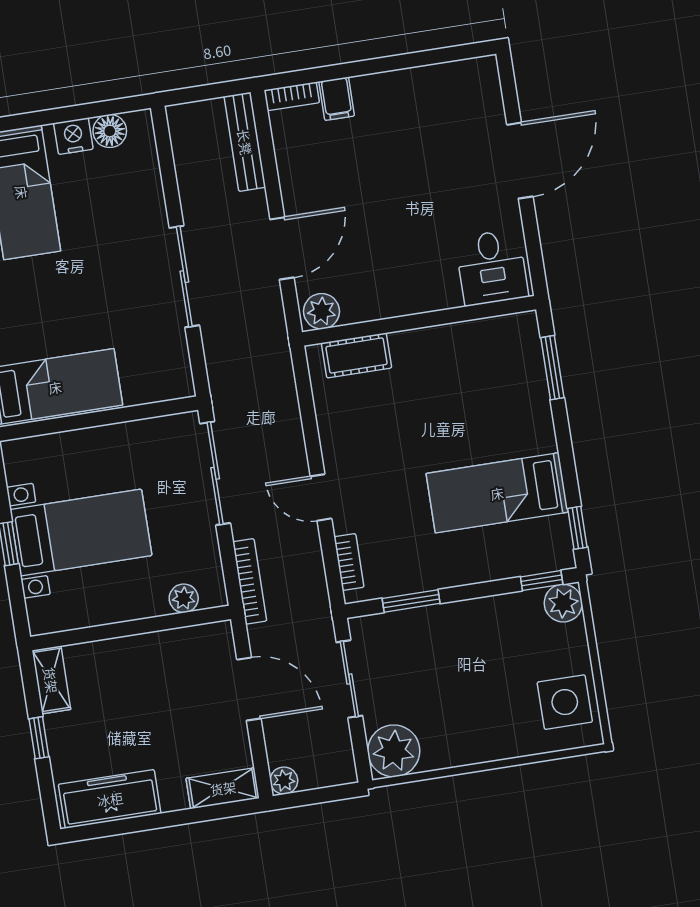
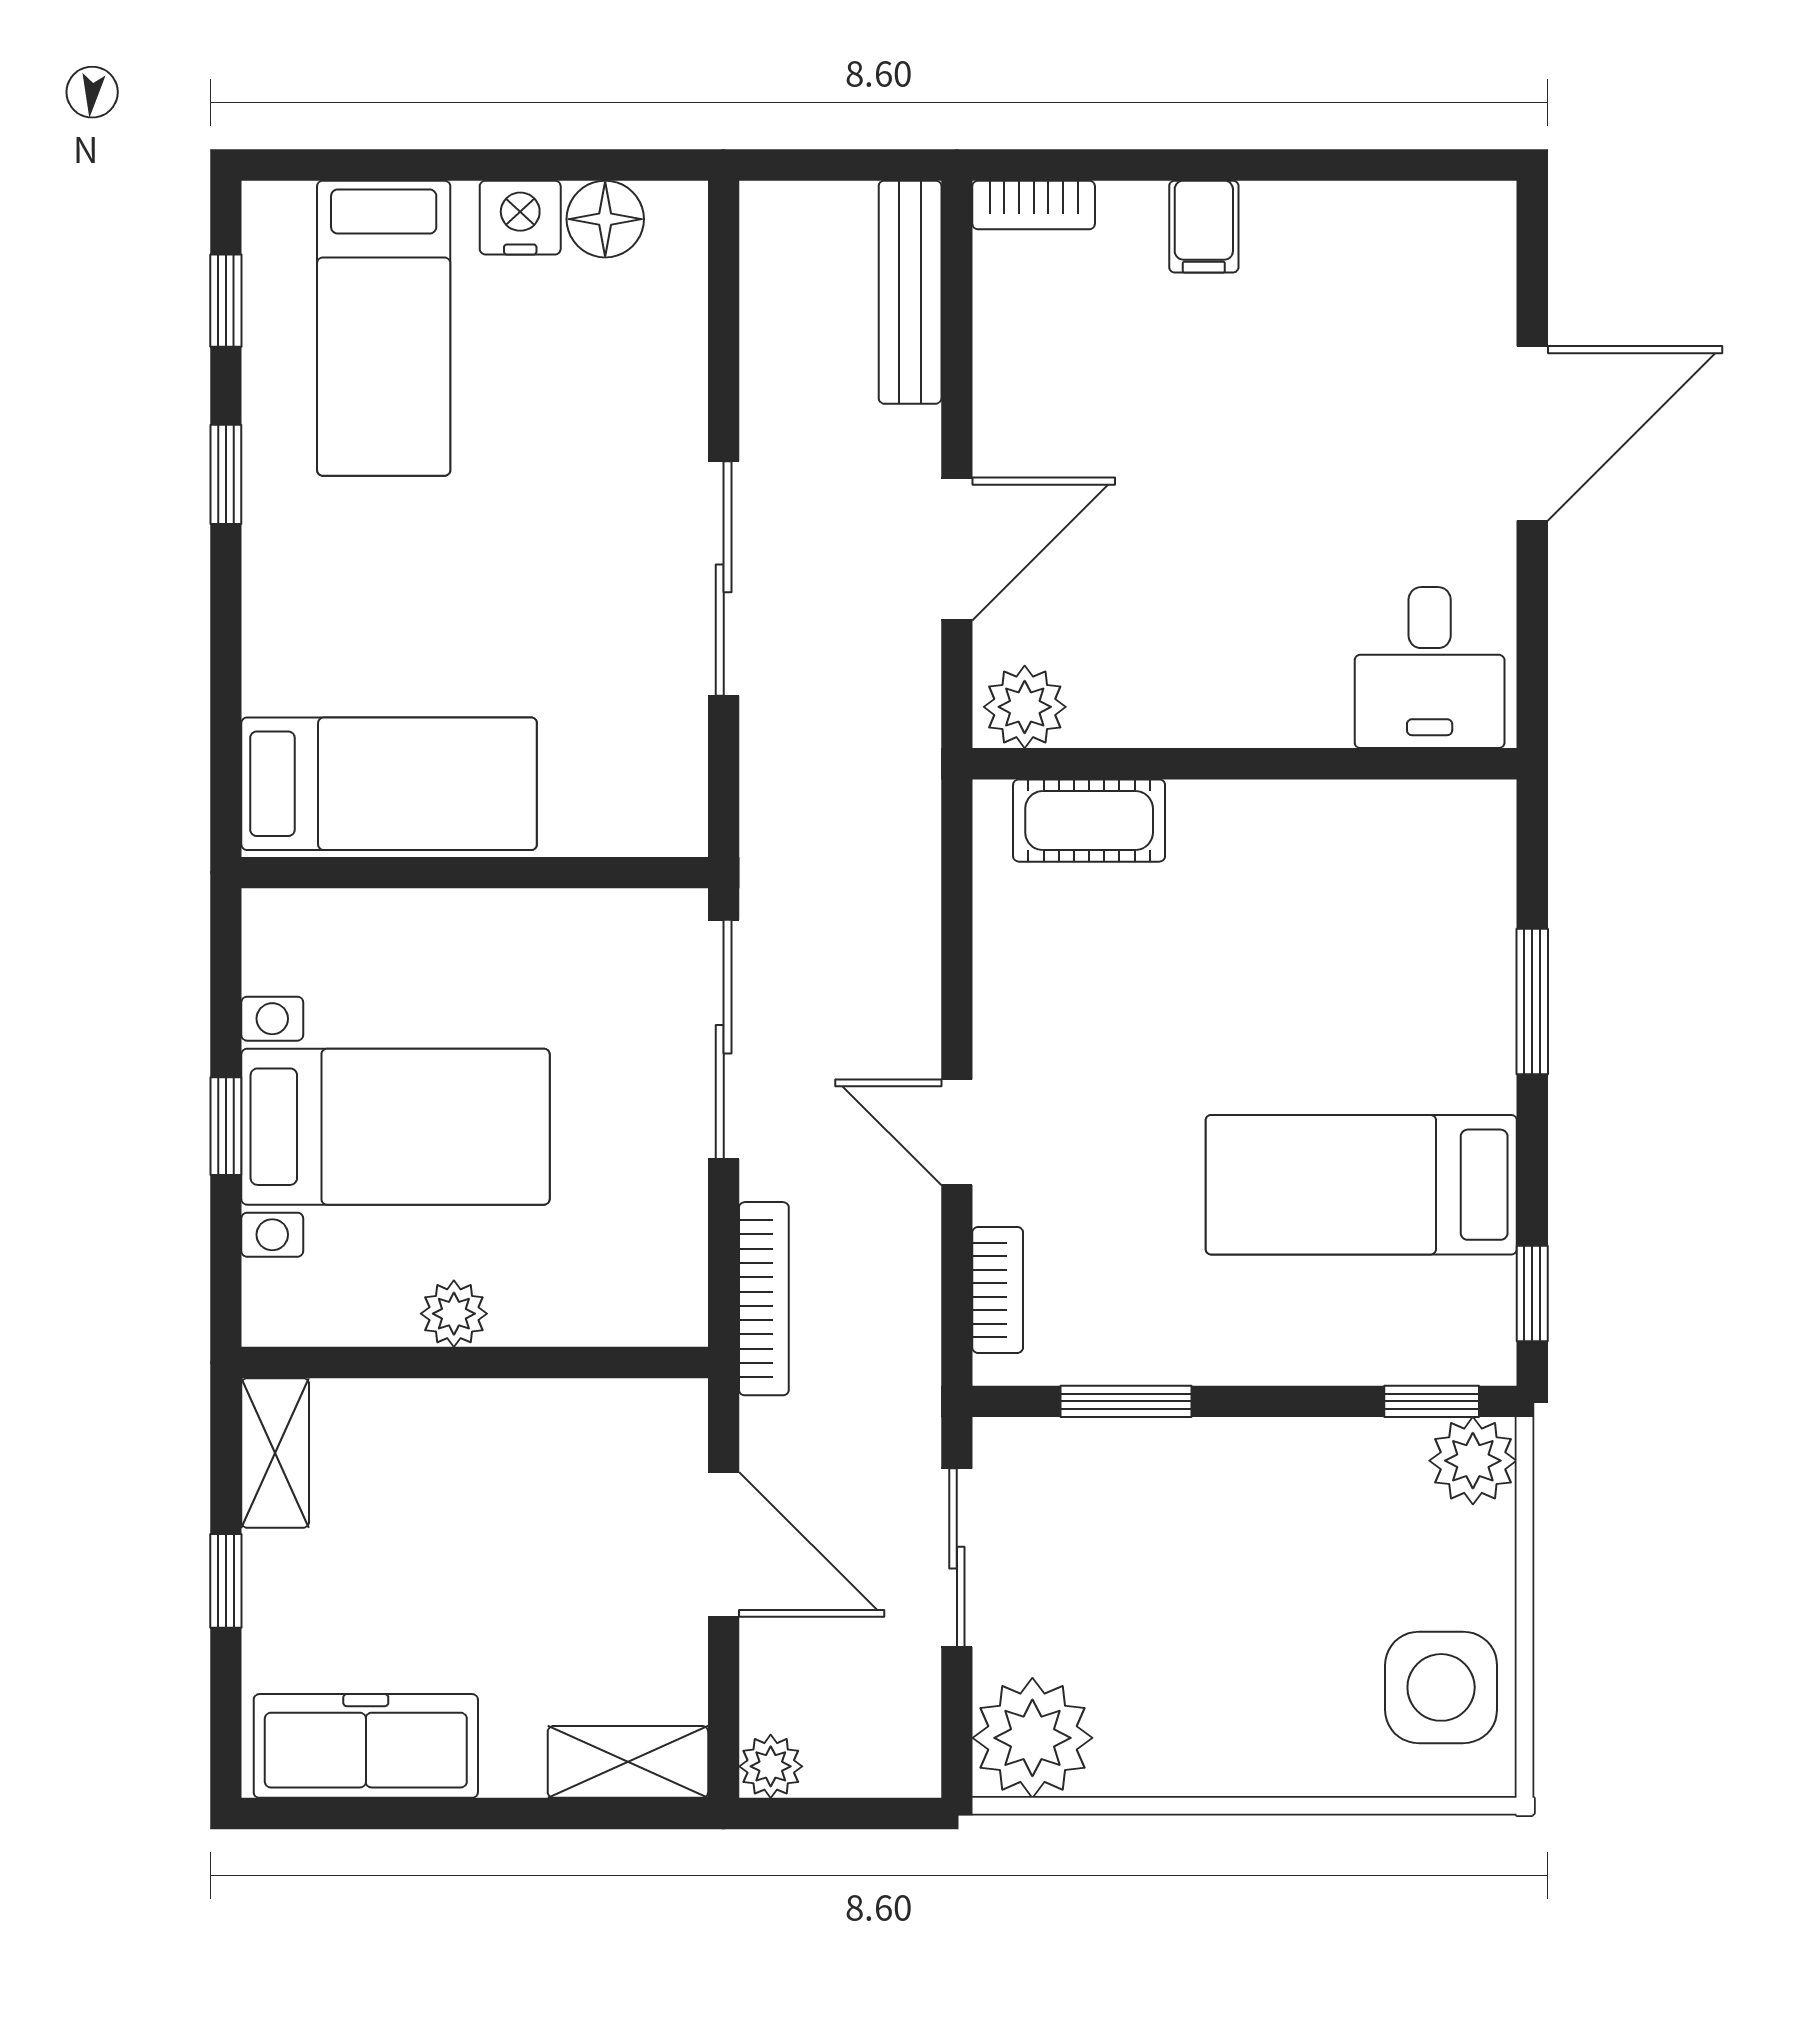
filing cabinet: (337, 99) -> (1204, 227), moved
window: (552, 368) -> (1532, 1002), moved
plant: (184, 598) -> (454, 1314), moved

